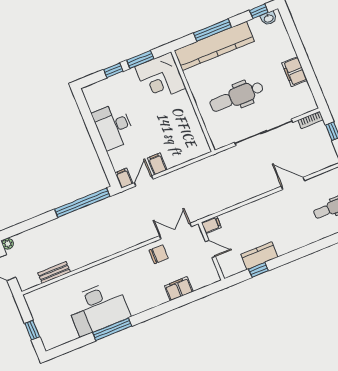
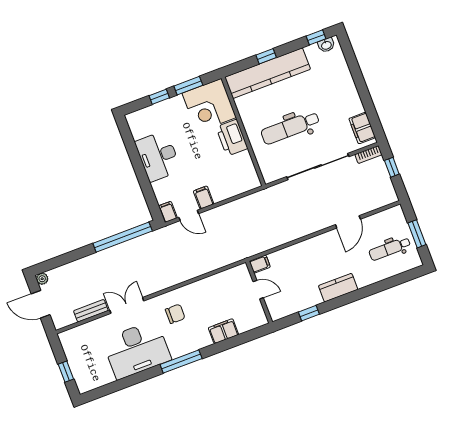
window: (212, 30) -> (266, 56), width x0.46
filing cabinet: (295, 72) -> (362, 128), moved
printer: (182, 107) -> (232, 138), added
door: (144, 181) -> (189, 215), swing flipped
door: (293, 183) -> (348, 222), swing flipped
double door: (175, 231) -> (127, 305), moved
chair: (159, 254) -> (175, 314), moved
kitchen counter: (259, 256) -> (338, 288), moved
window: (112, 329) -> (181, 362), moved

